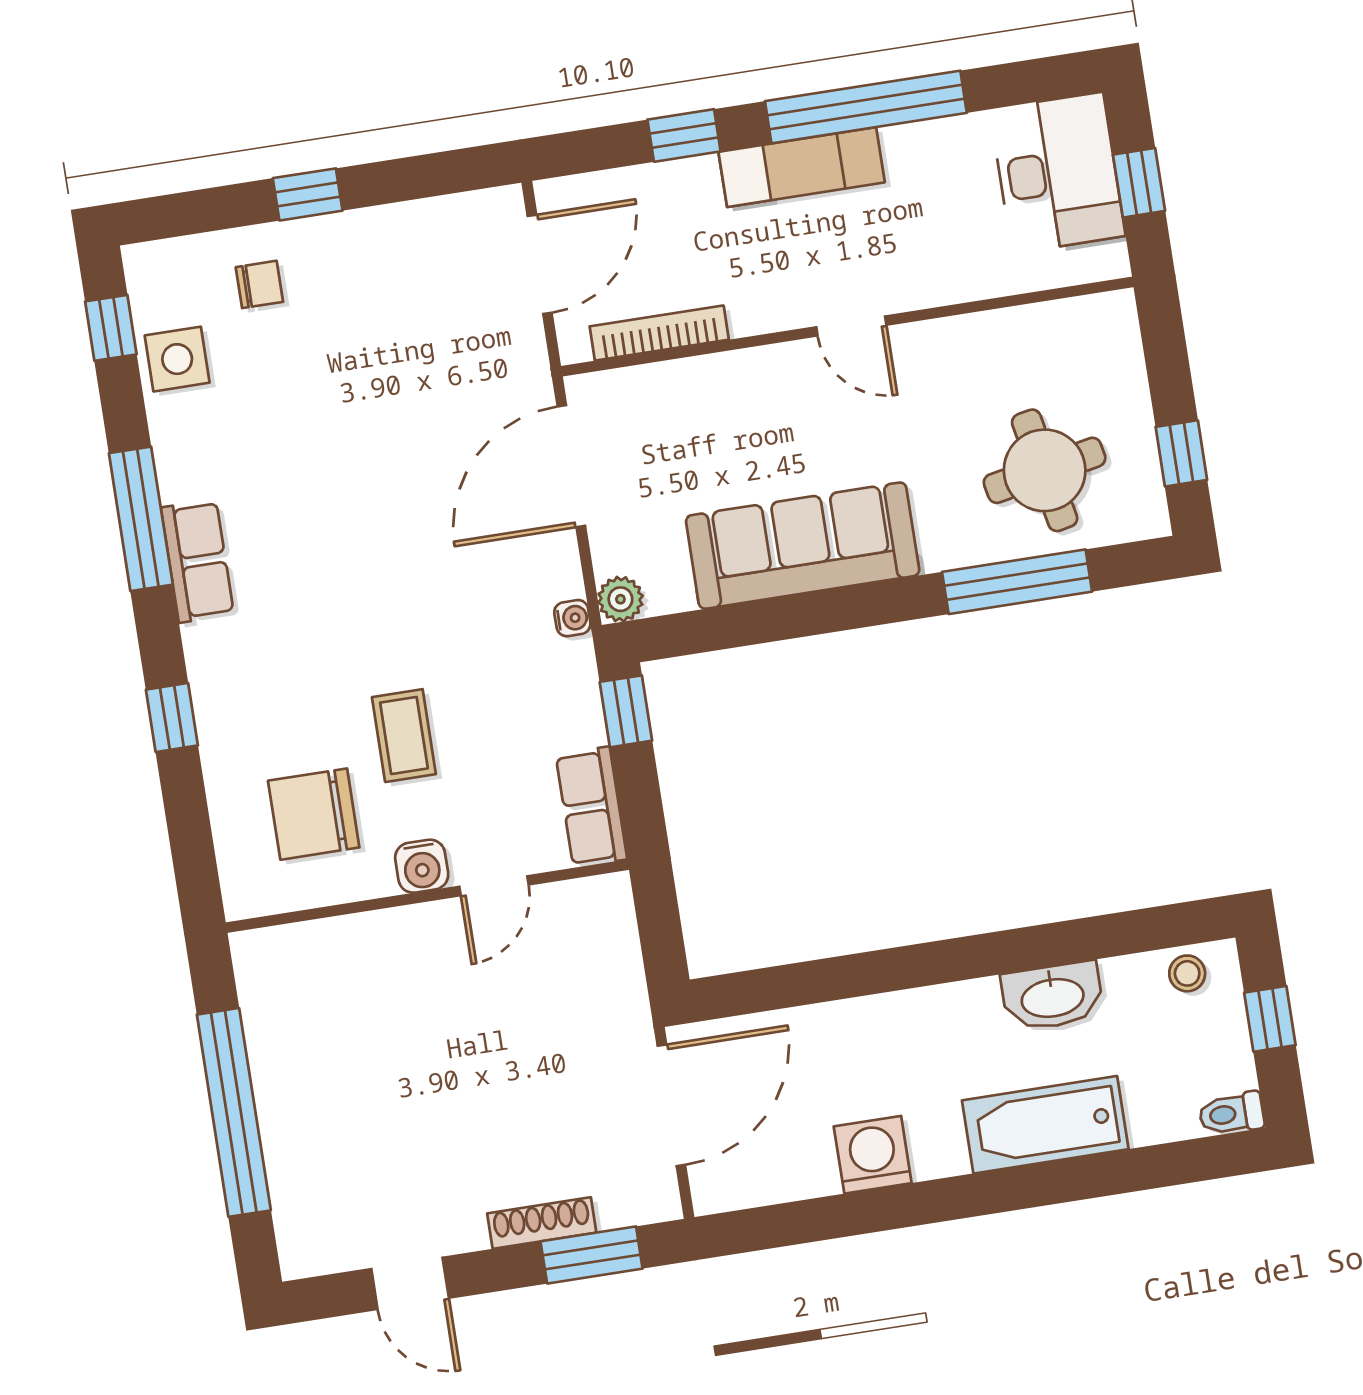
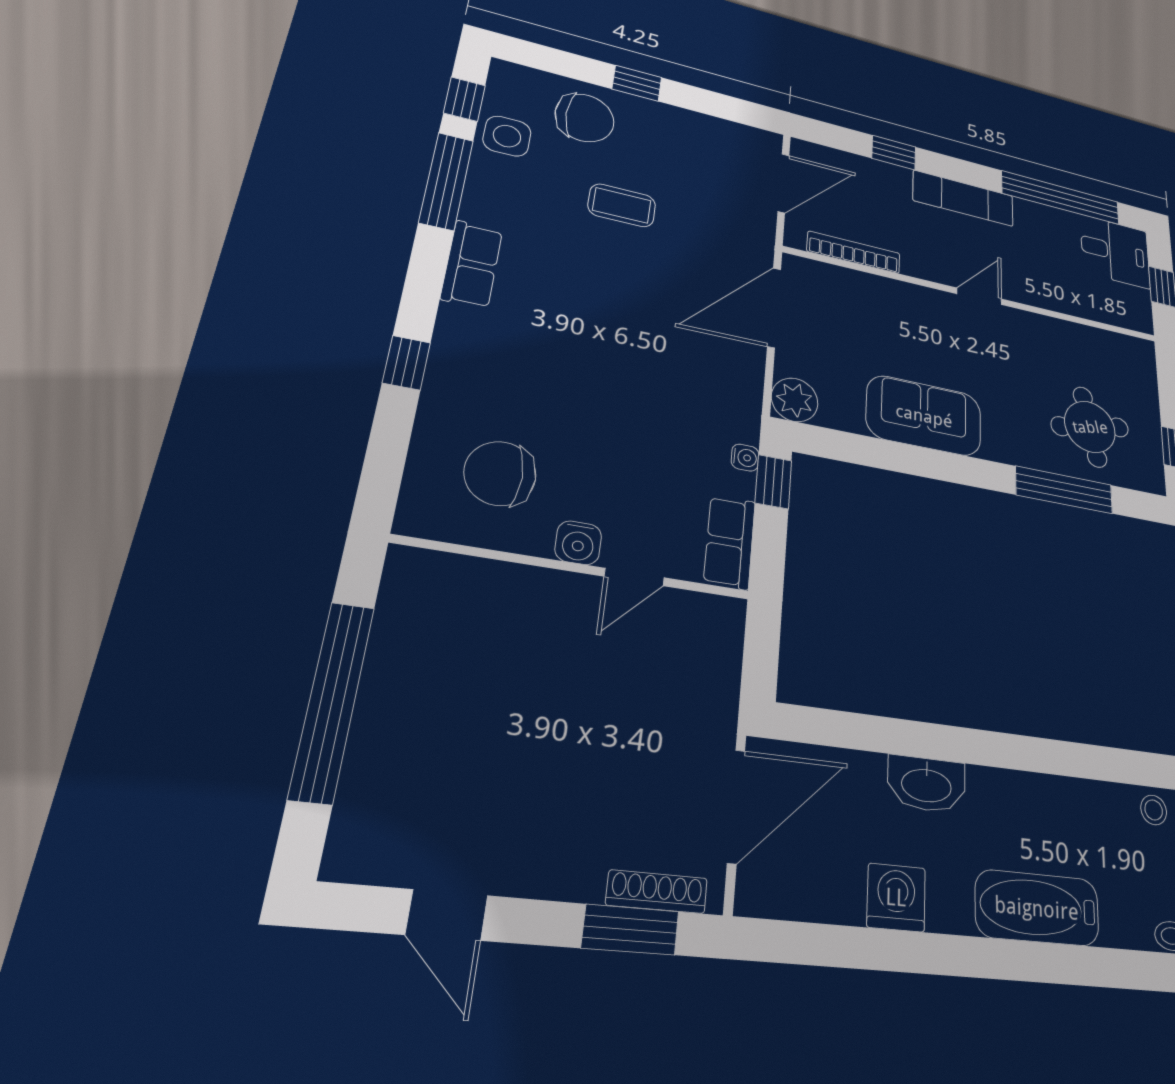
window: (866, 107) -> (1061, 198), moved
desk: (1058, 173) -> (1115, 252), width x0.73
chair: (259, 284) -> (585, 118), width x1.87, depth x1.87
door: (851, 326) -> (979, 296), swing flipped
window: (141, 519) -> (446, 181), moved
sofa: (803, 546) -> (924, 416), width x0.73
plant: (620, 599) -> (795, 400), width x1.38, depth x1.38
water cooler: (572, 618) -> (745, 458), moved
coffee table: (404, 736) -> (622, 205), moved, turned 90
washbasin: (1052, 996) -> (926, 784), moved
shoe rack: (542, 1223) -> (657, 892), moved

